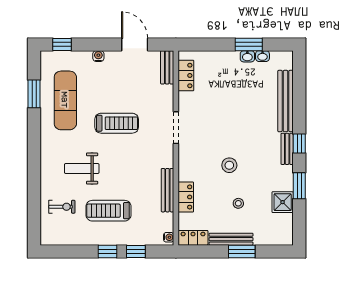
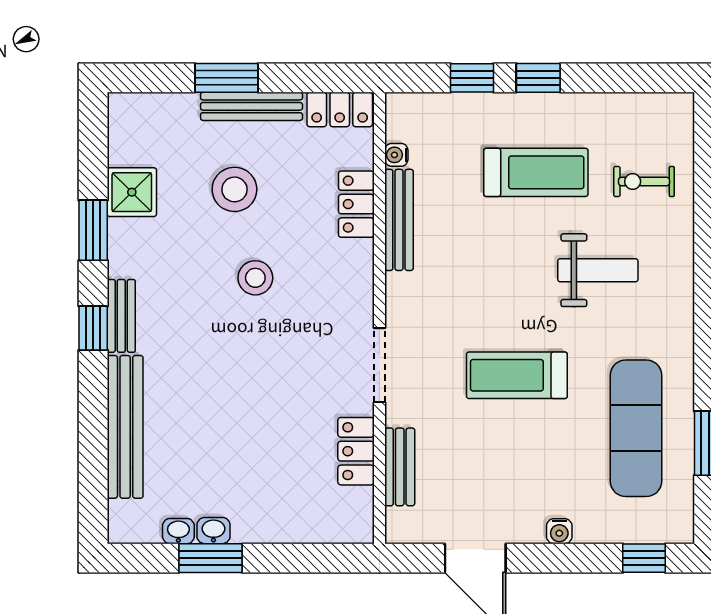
bench: (167, 67) -> (400, 467), moved
locker: (186, 75) -> (356, 451), moved
stool: (238, 203) -> (234, 189), width x1.89, depth x1.89
water cooler: (169, 237) -> (396, 155), moved

